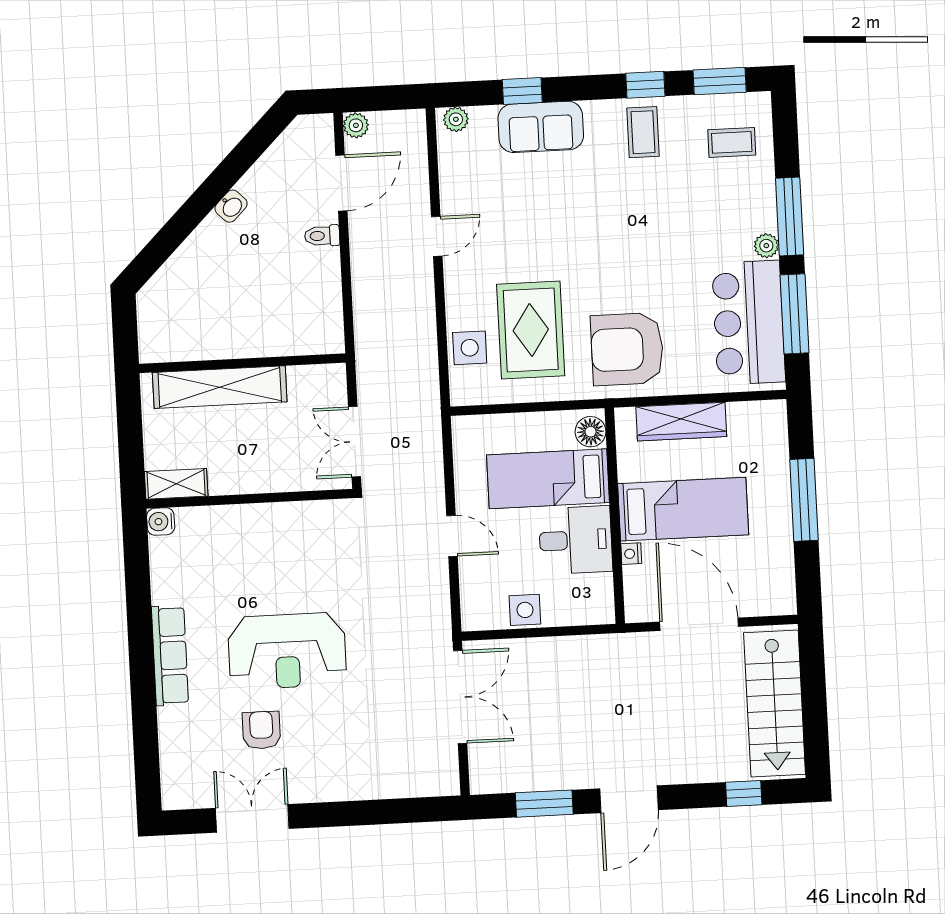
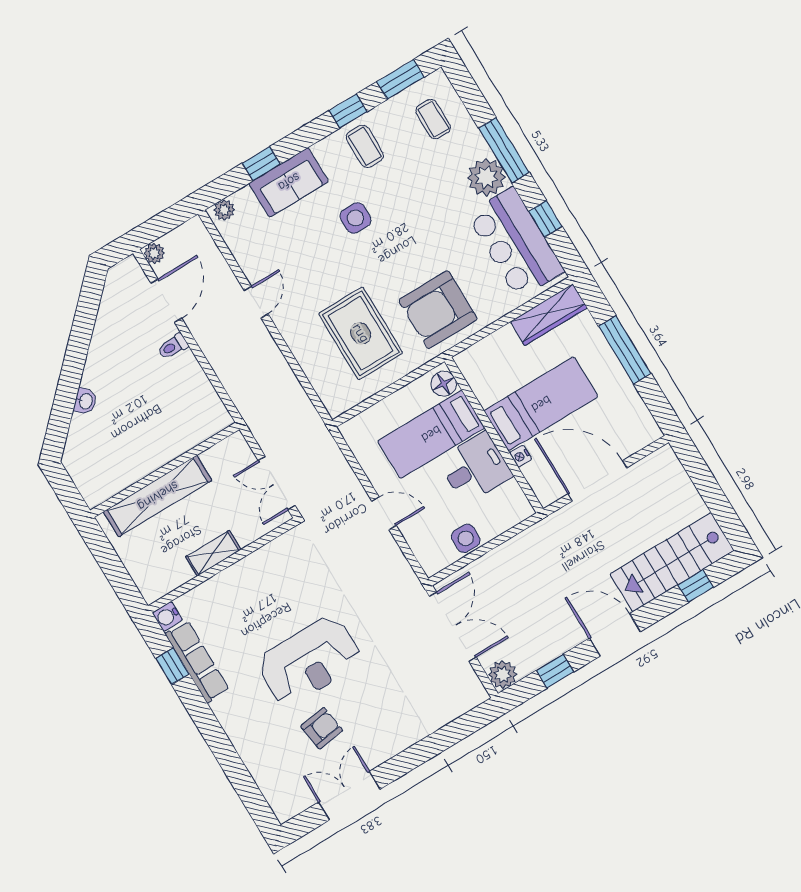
coffee table: (732, 142) -> (433, 119), turned 90
washbasin: (231, 206) -> (85, 401), moved
plant: (766, 246) -> (486, 177), width x1.88, depth x1.88
window: (795, 314) -> (545, 219), width x0.46
side table: (470, 348) -> (355, 218), moved
wardrobe: (681, 422) -> (549, 315), moved
shelving: (176, 484) -> (213, 553), moved
window: (137, 578) -> (172, 666), added
row of seats: (170, 656) -> (197, 662), moved
stairs: (775, 704) -> (672, 562), moved, turned 90
armchair: (261, 730) -> (322, 728), turned 82
plant: (486, 777) -> (503, 675), added
door: (629, 799) -> (615, 635), swing flipped
window: (544, 804) -> (555, 671), width x0.67

